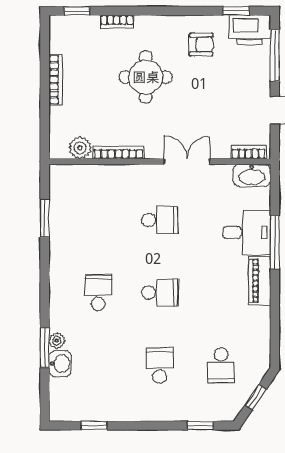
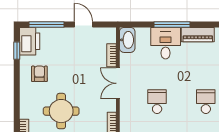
bookcase: (249, 152) -> (111, 55), moved

